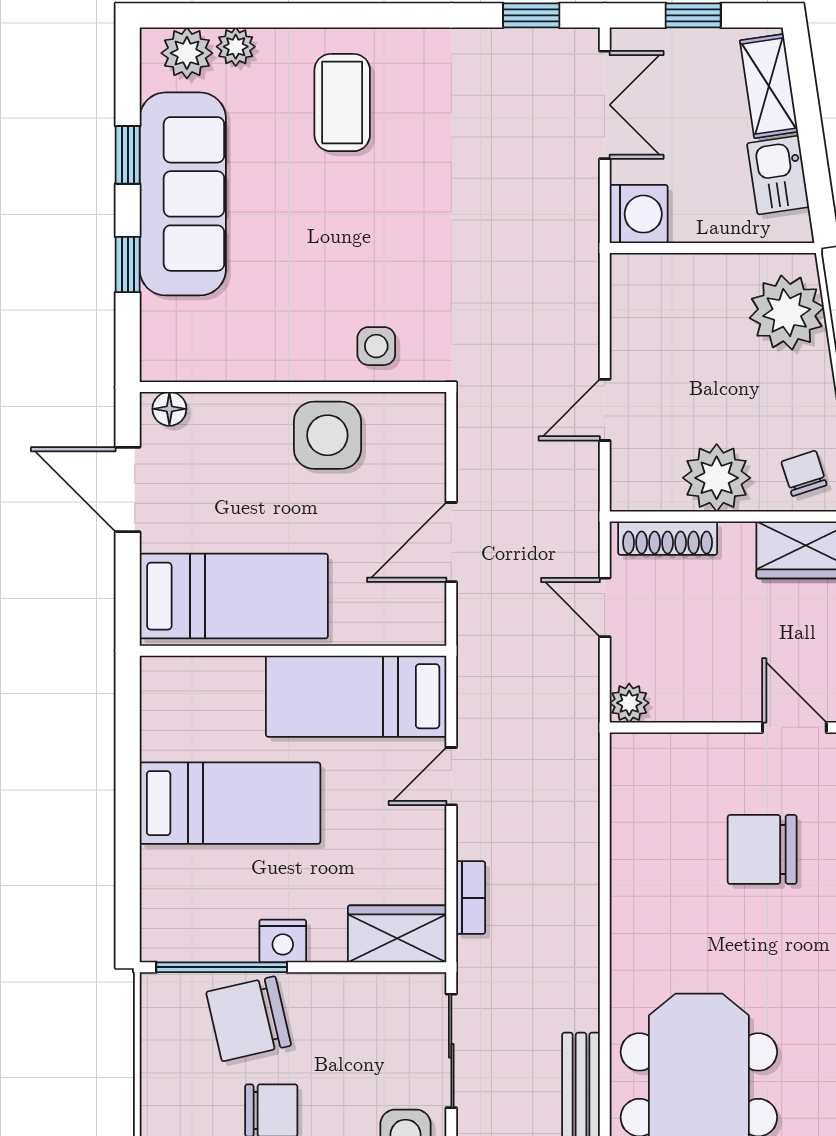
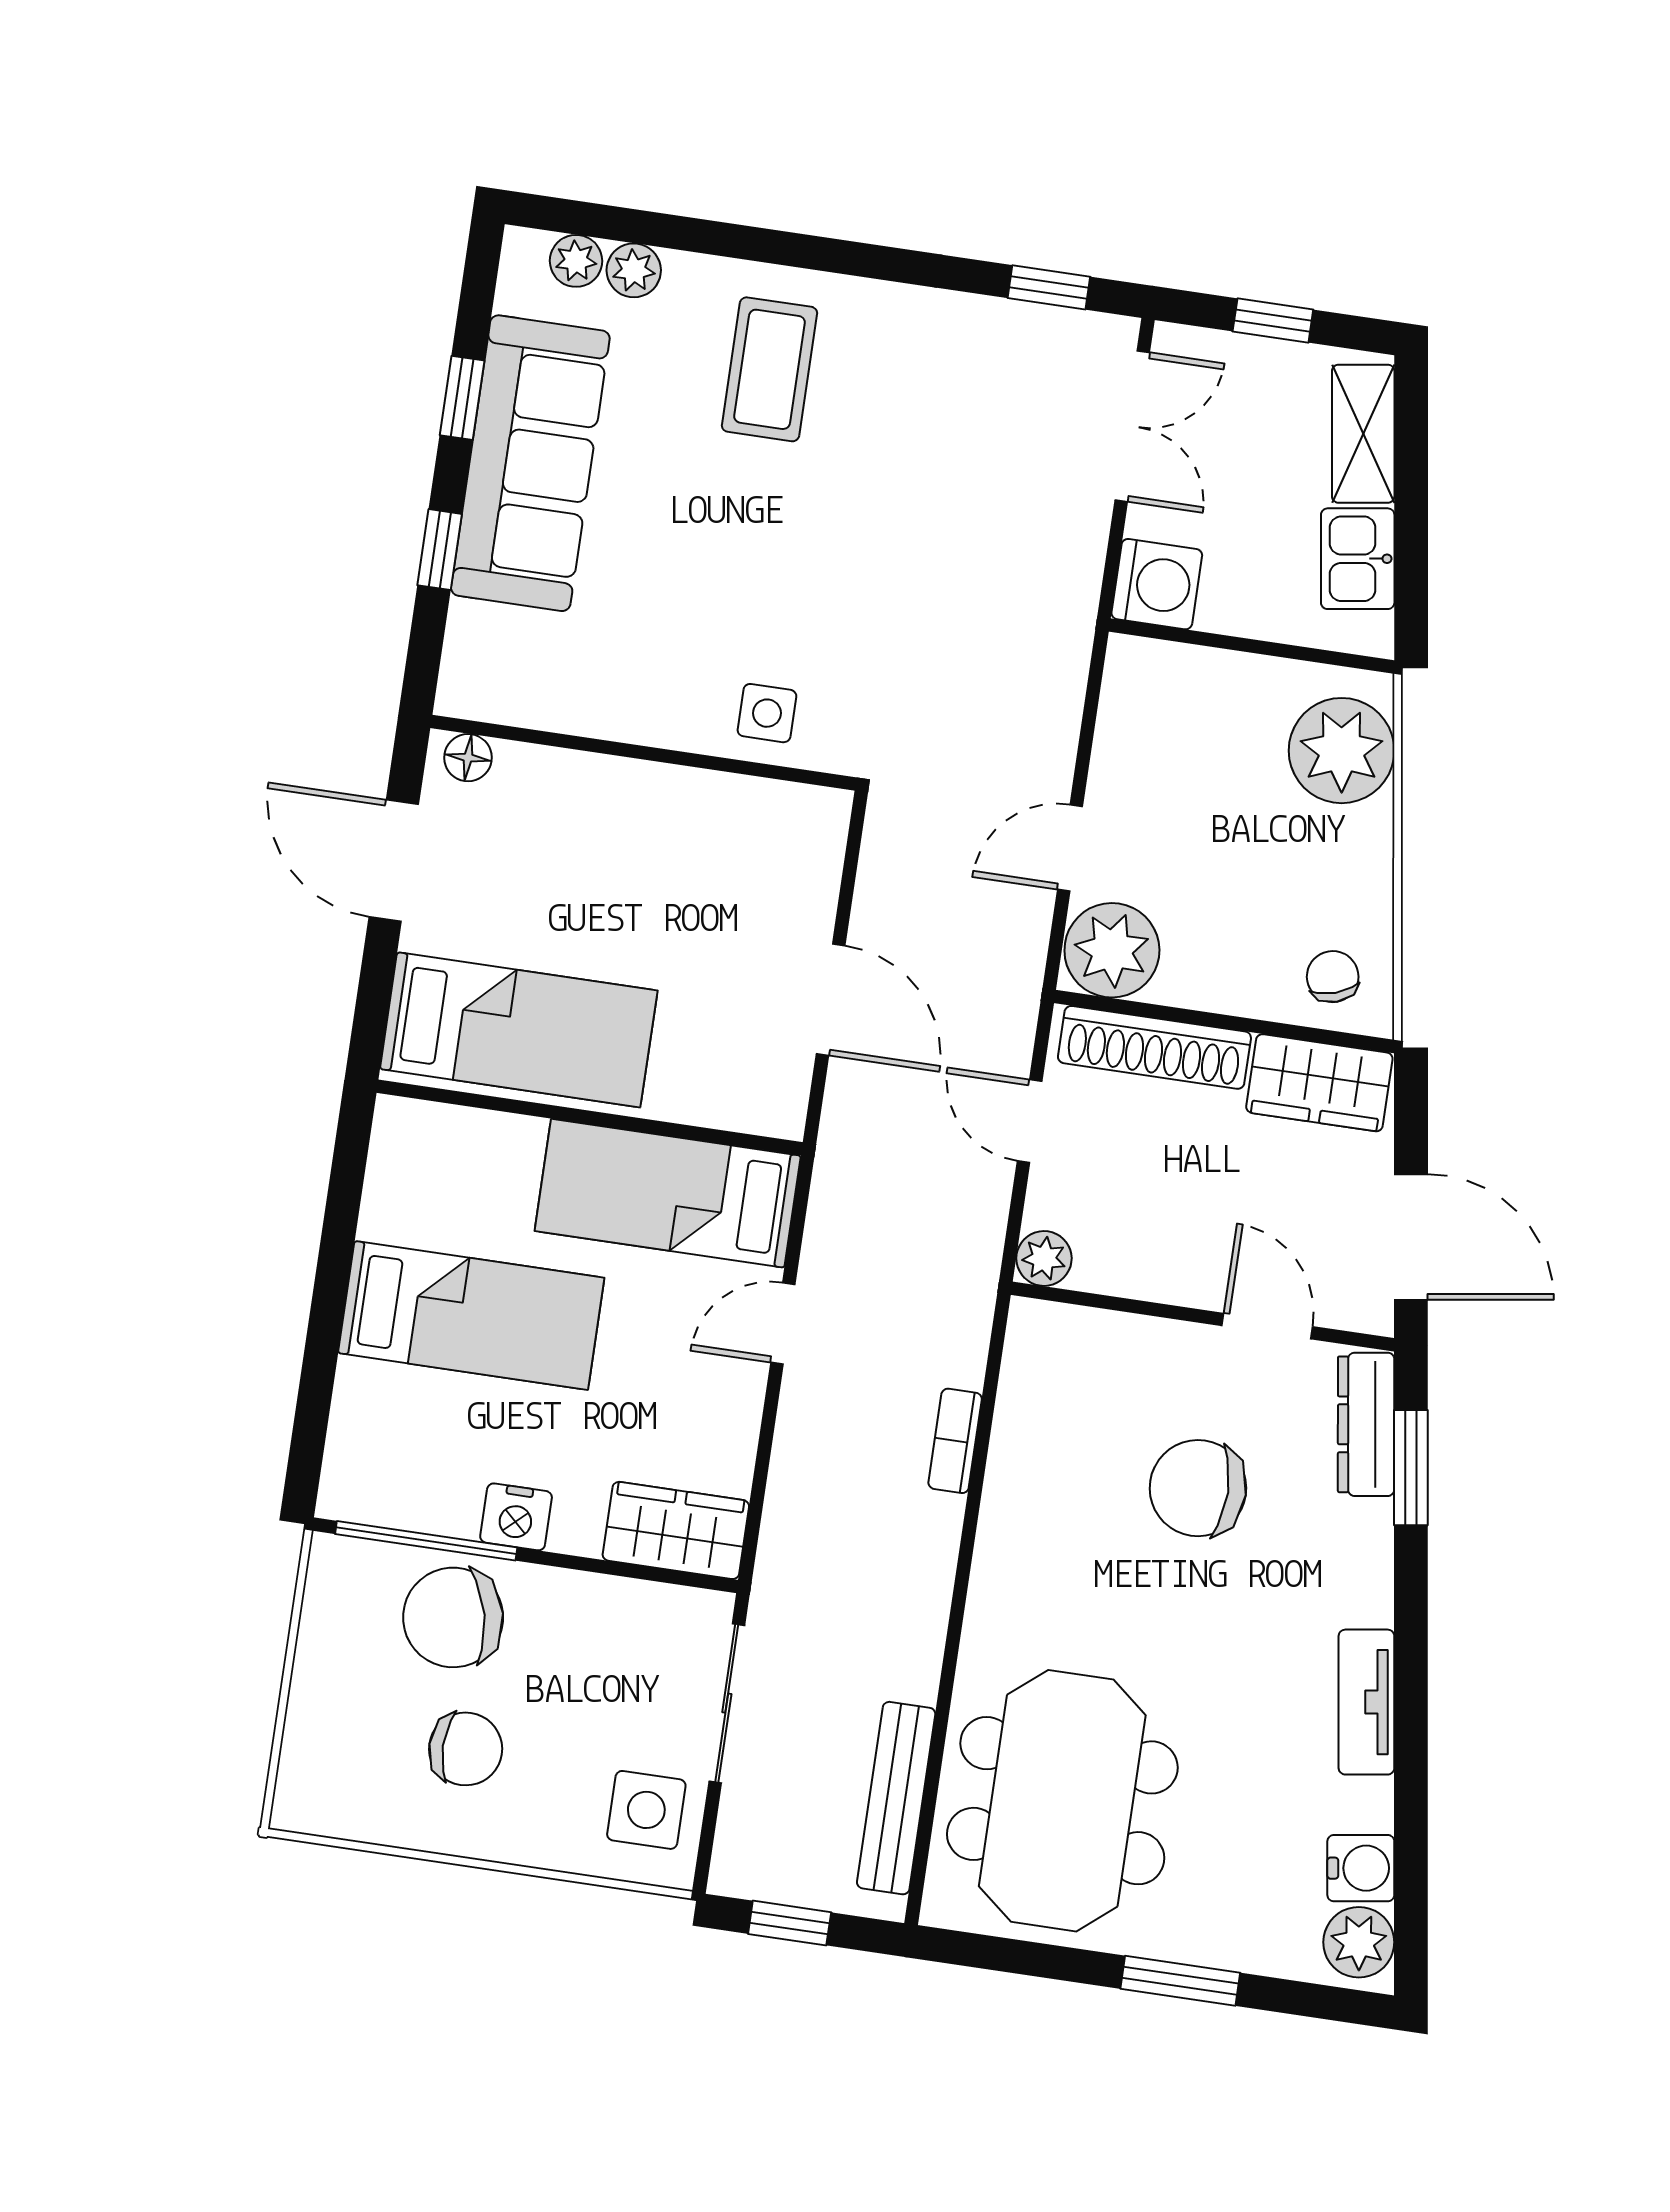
plant: (187, 53) -> (576, 261), width x0.73, depth x0.73
side table: (327, 435) -> (681, 826), removed
plant: (717, 478) -> (1112, 950), moved
shoe rack: (668, 538) -> (1154, 1047), width x1.36, depth x1.24
door: (451, 542) -> (831, 1000), swing flipped
bookcase: (471, 898) -> (955, 1441), moved, turned 180

